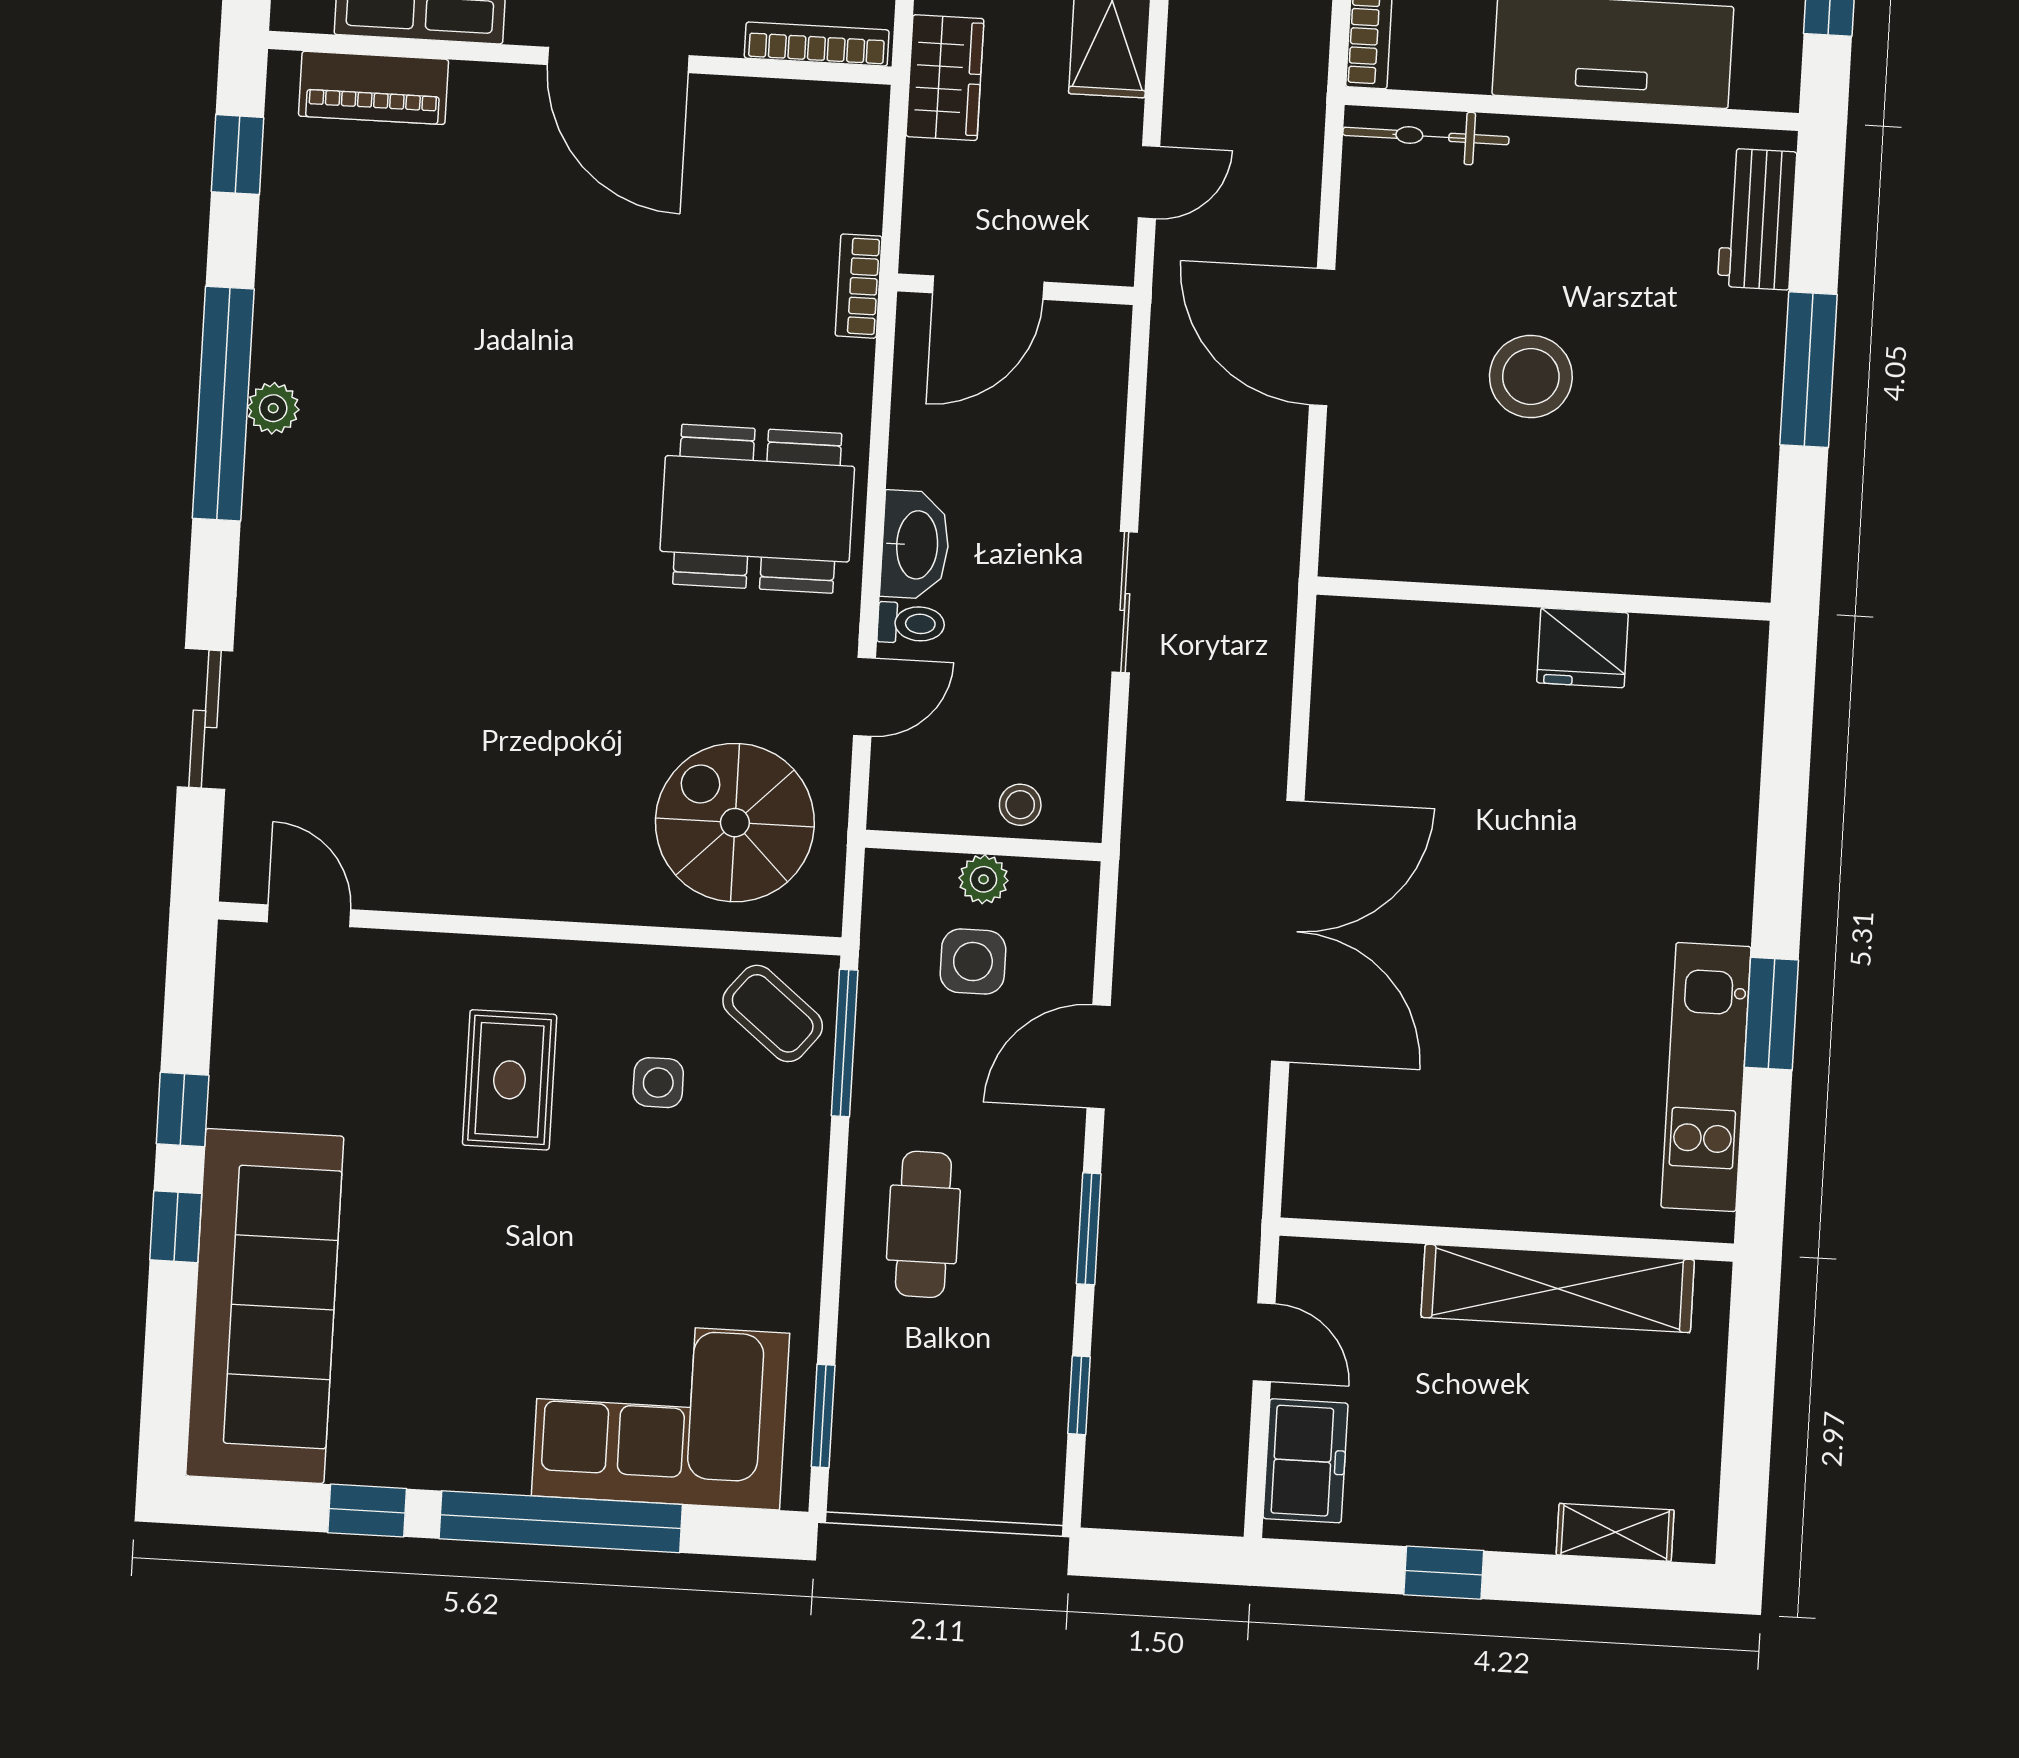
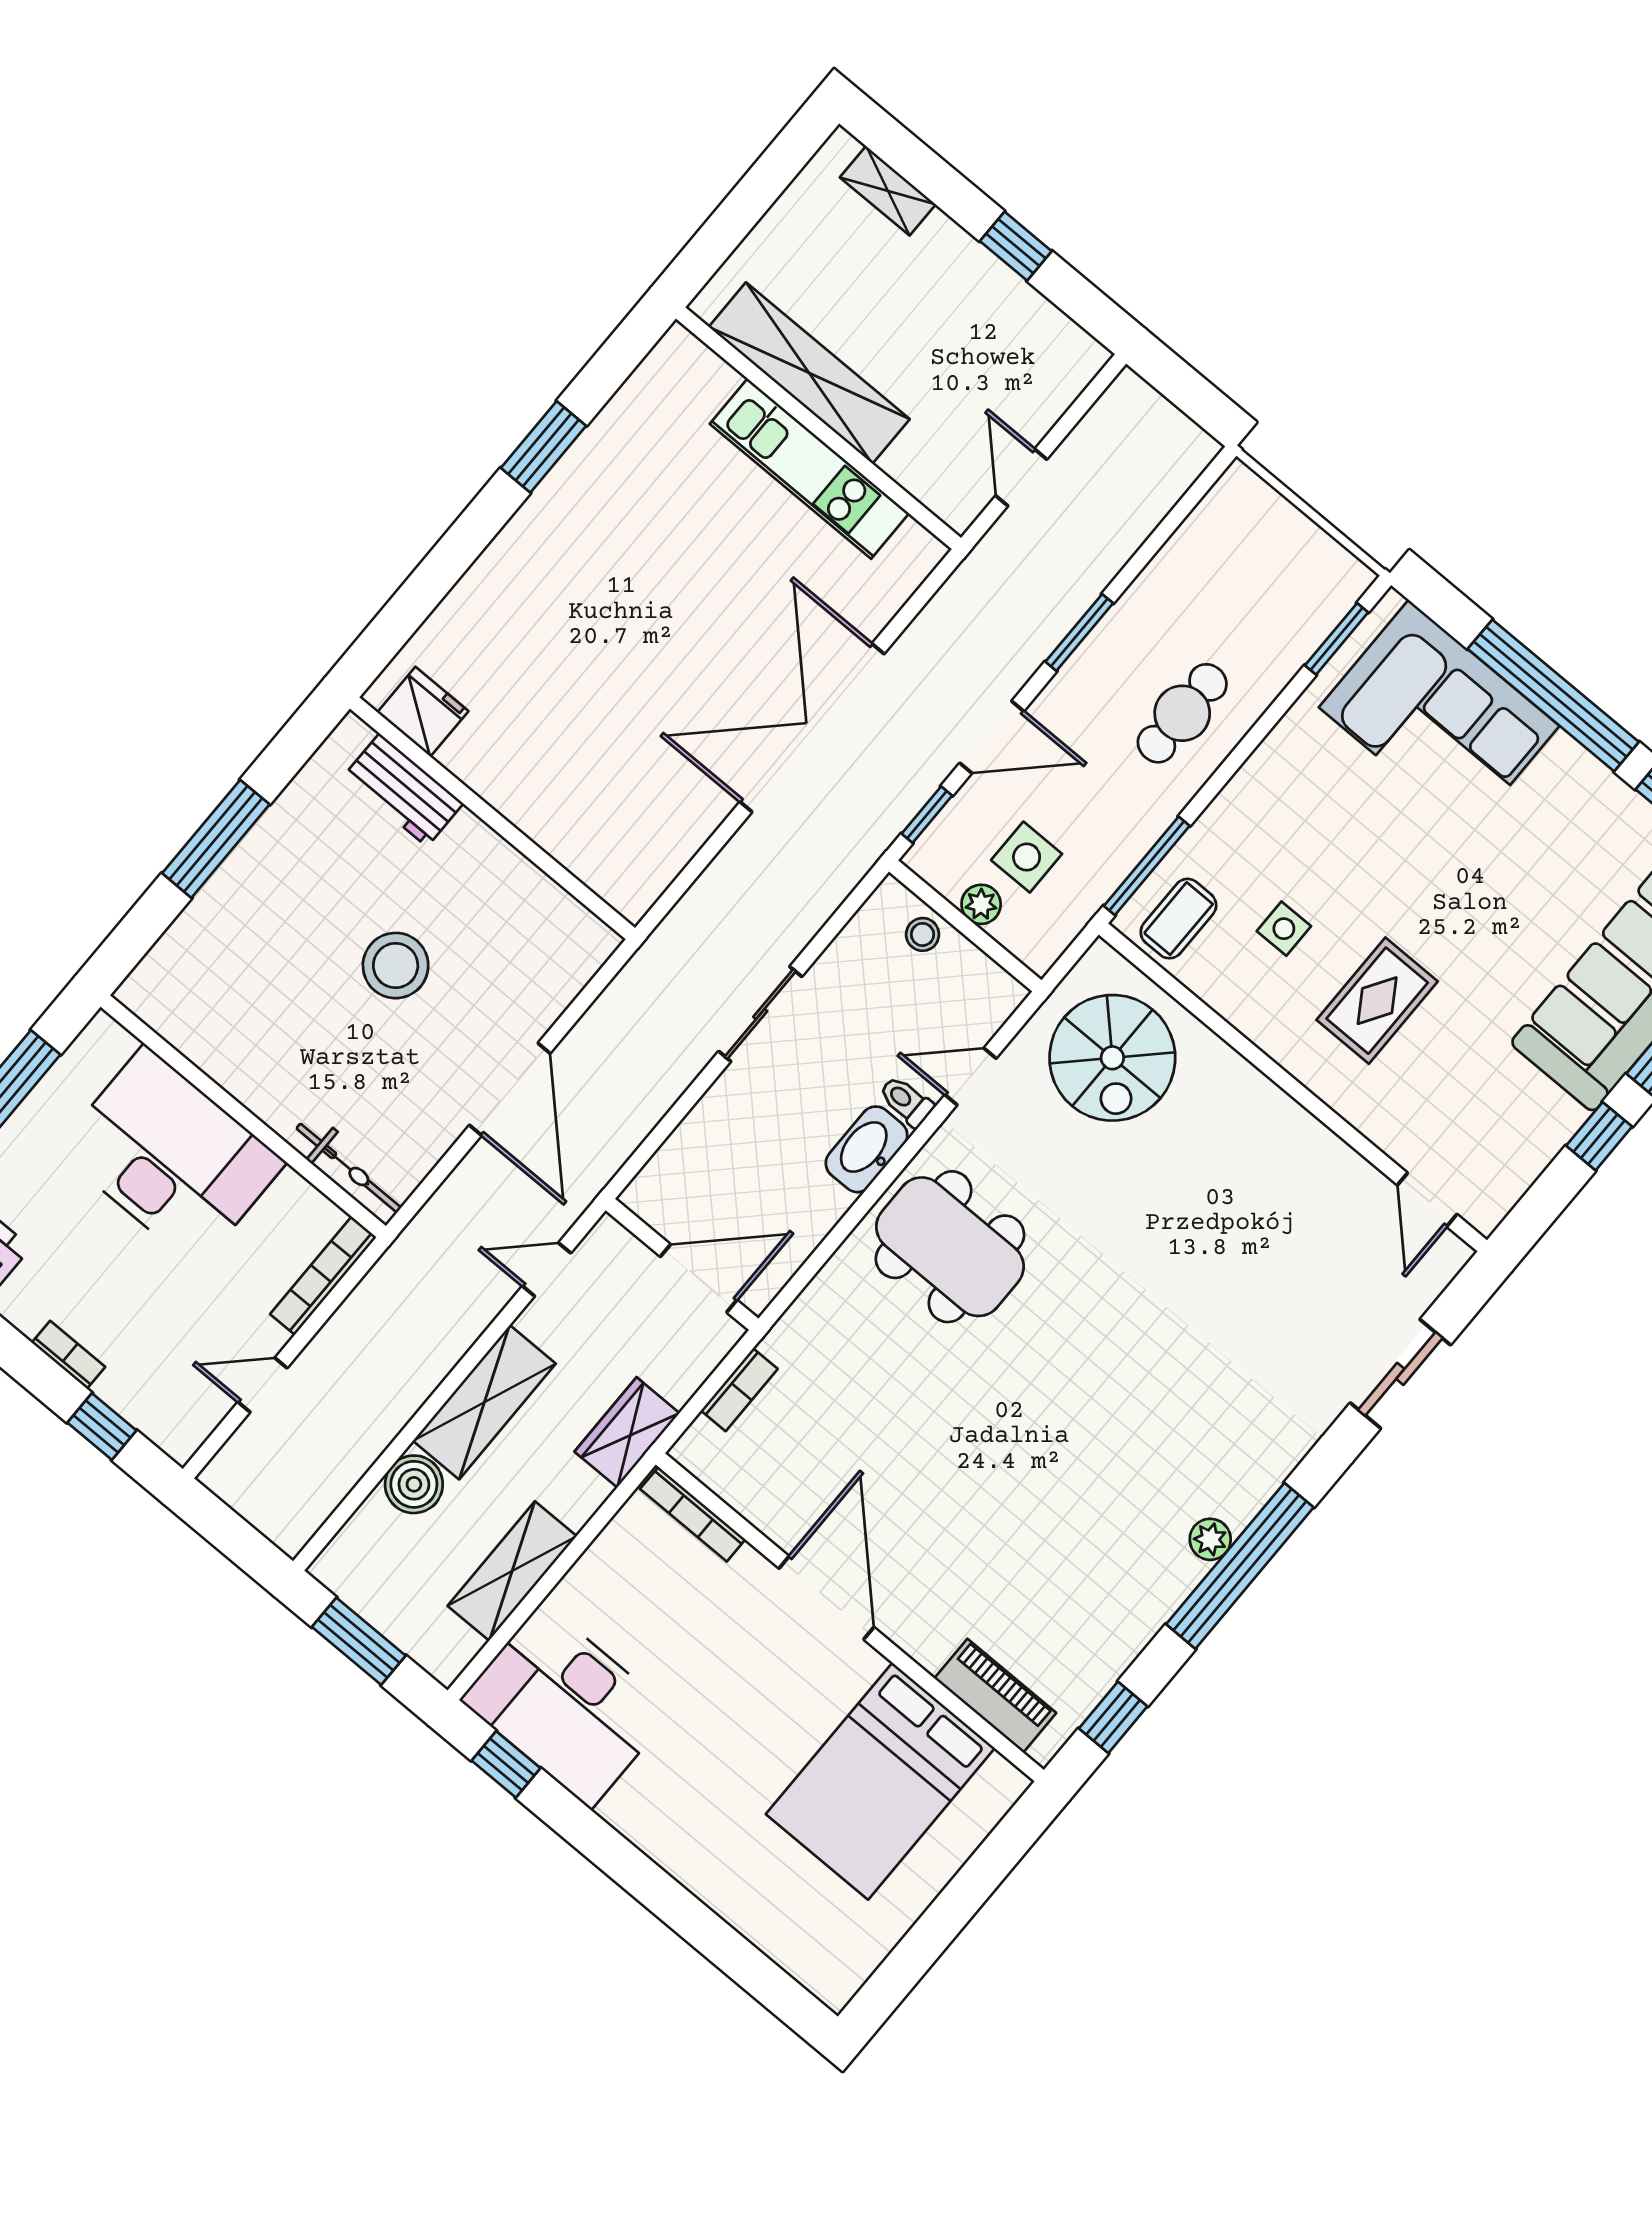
workbench: (1757, 219) -> (403, 790), moved, turned 90
bookcase: (859, 286) -> (739, 1390), moved
fridge: (1583, 648) -> (423, 712), moved
coffee table: (773, 1013) -> (1178, 919), turned 51
kitchen unit: (1706, 1077) -> (809, 469), moved, turned 90
window: (1079, 1395) -> (927, 815), moved
freezer: (1305, 1461) -> (1051, 382), removed

